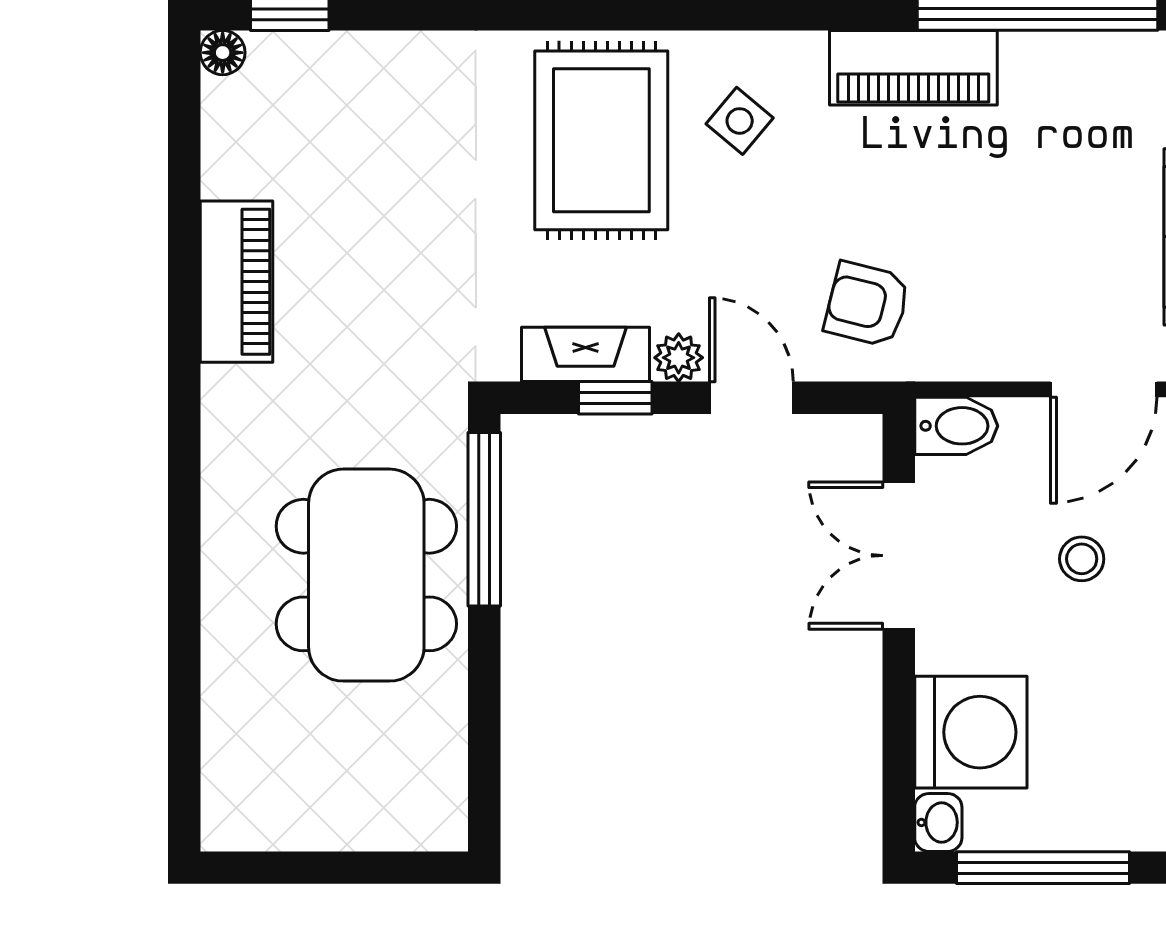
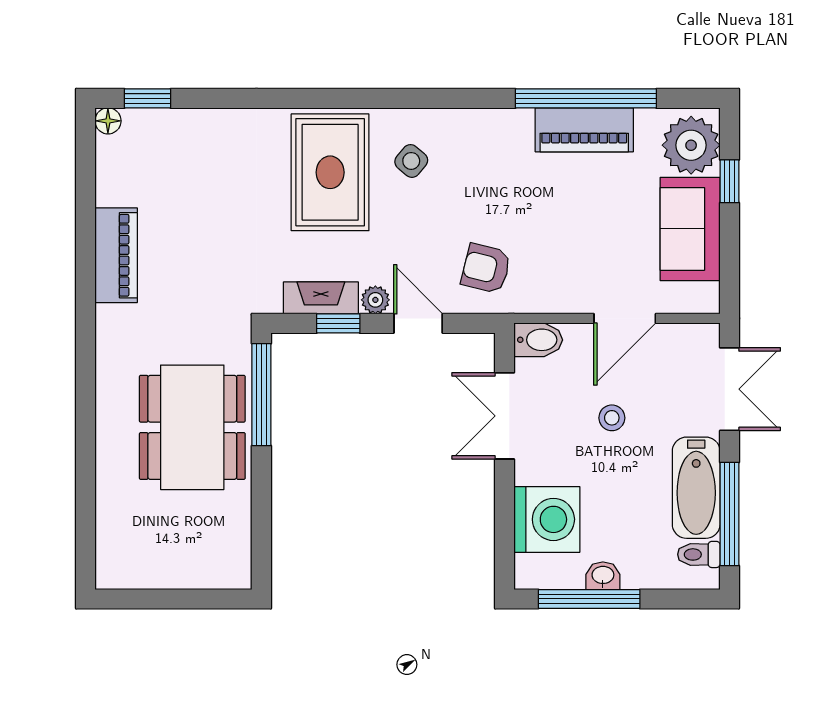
piano: (913, 68) -> (584, 130), moved
washbasin: (938, 822) -> (603, 576), moved, turned -90

